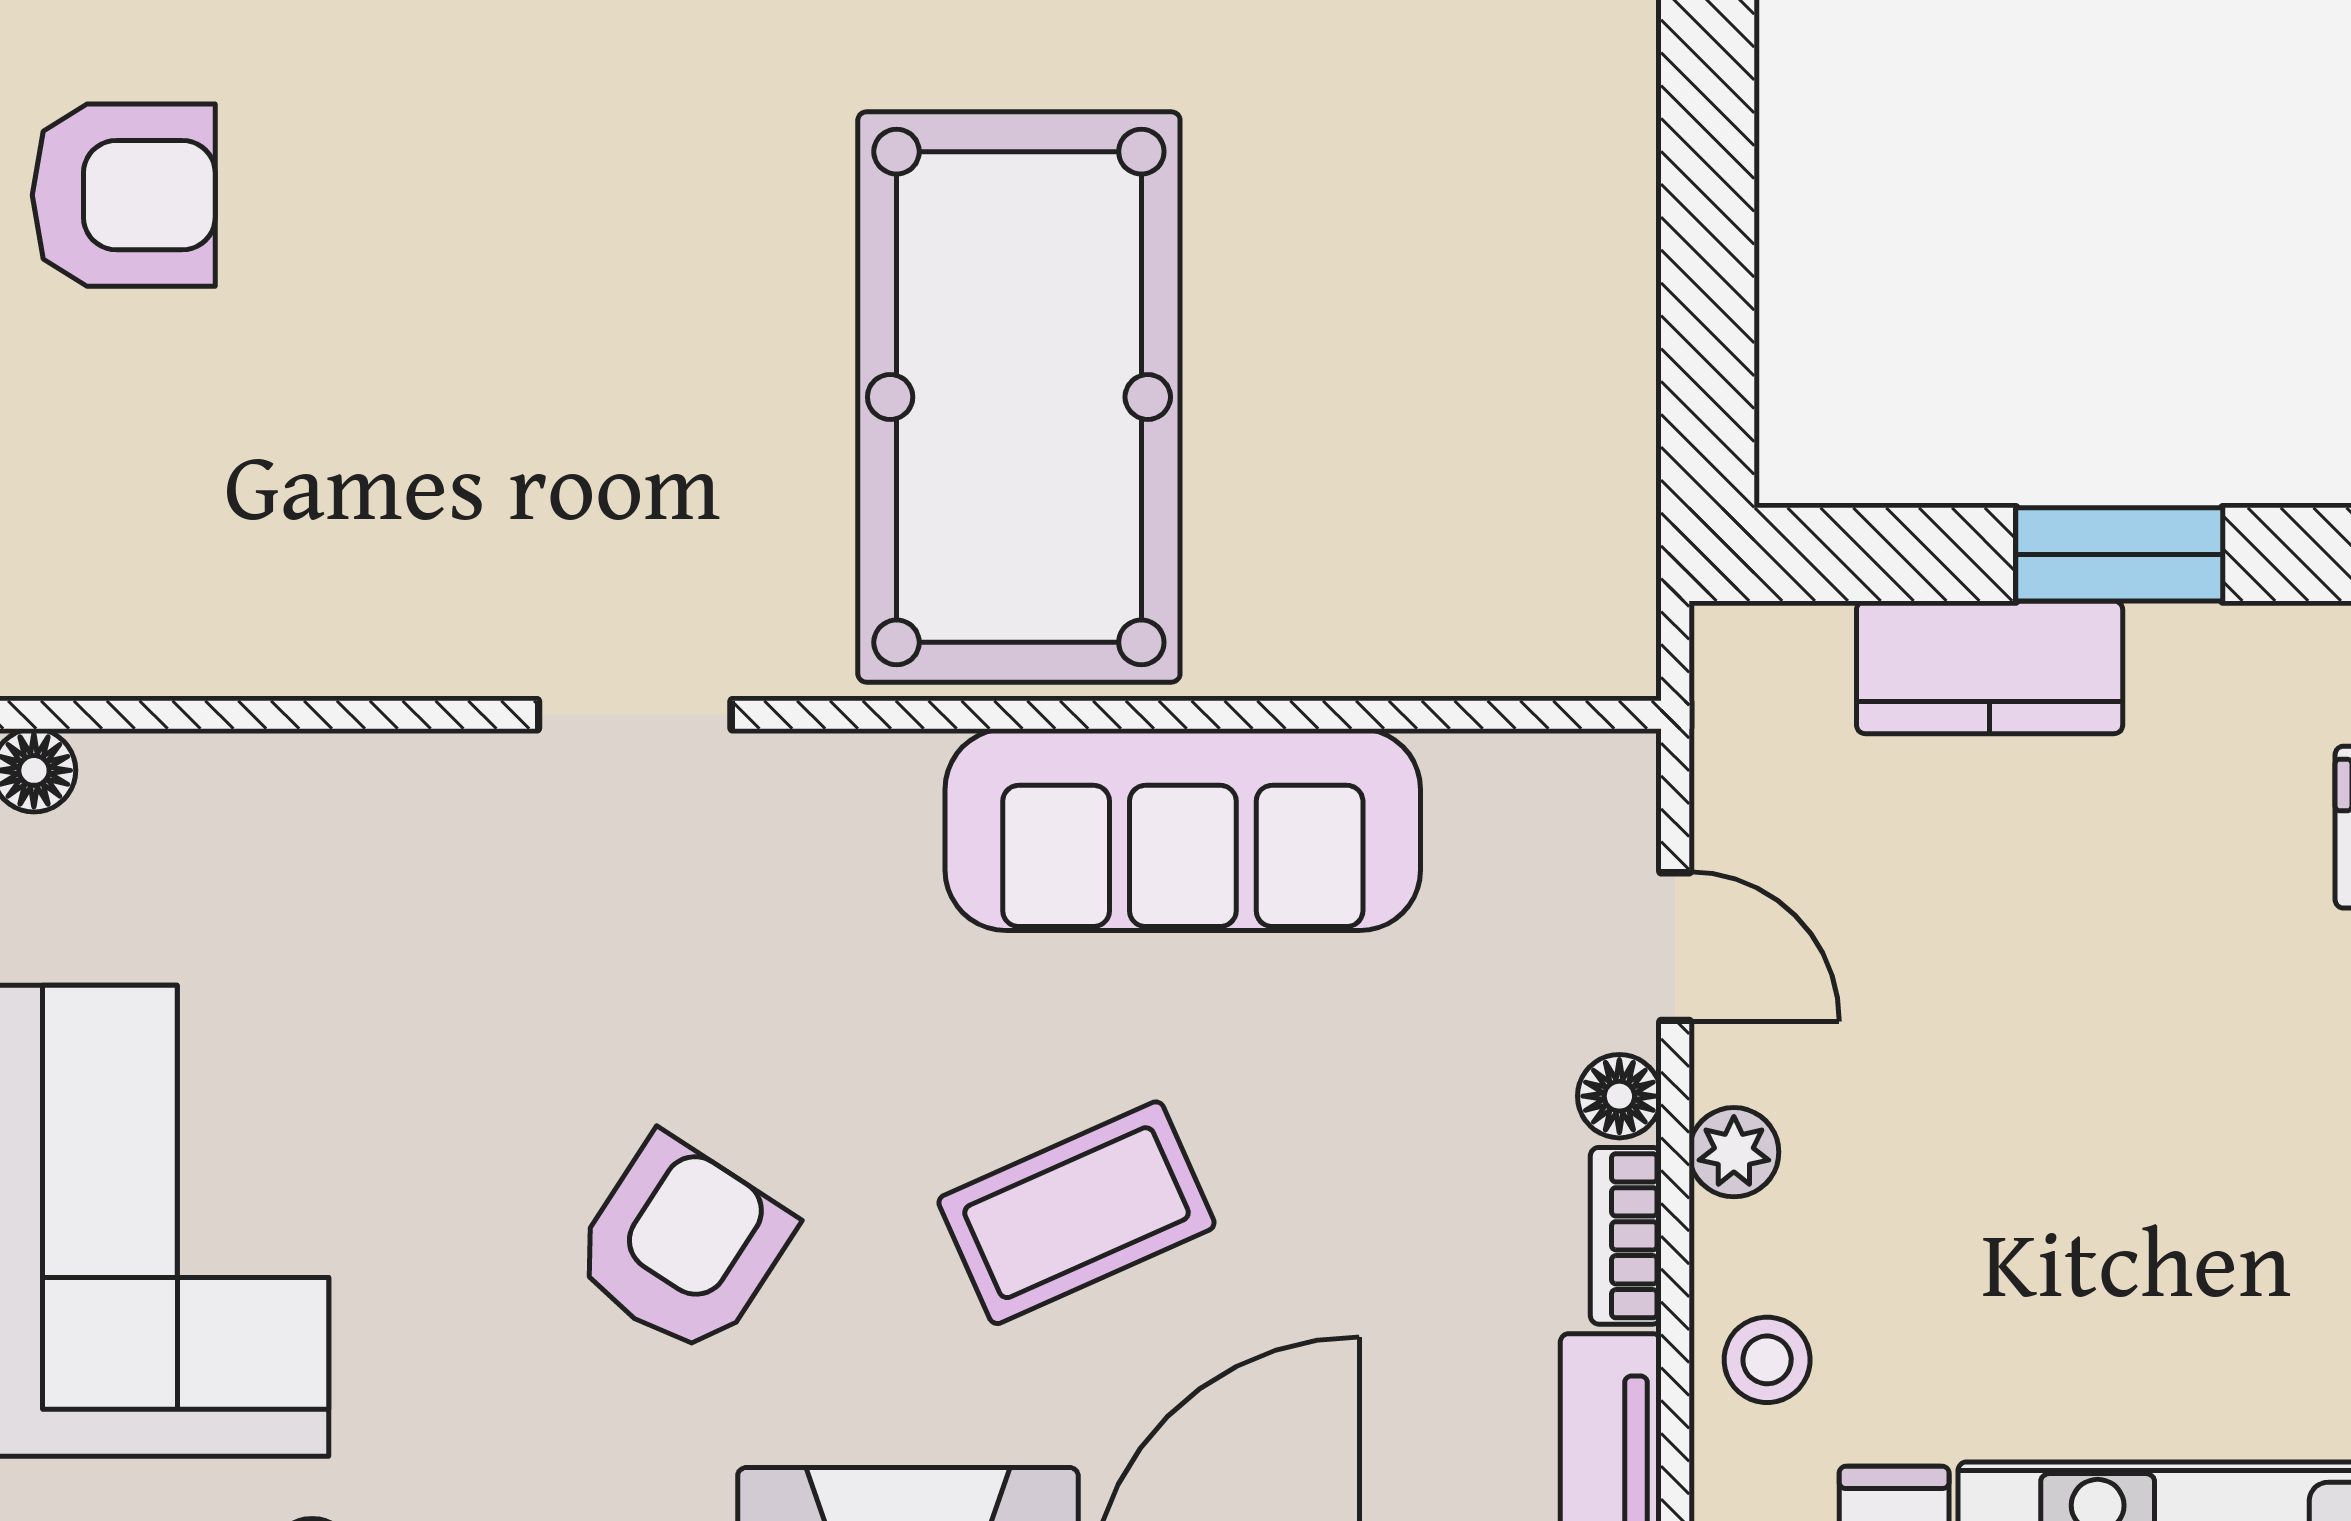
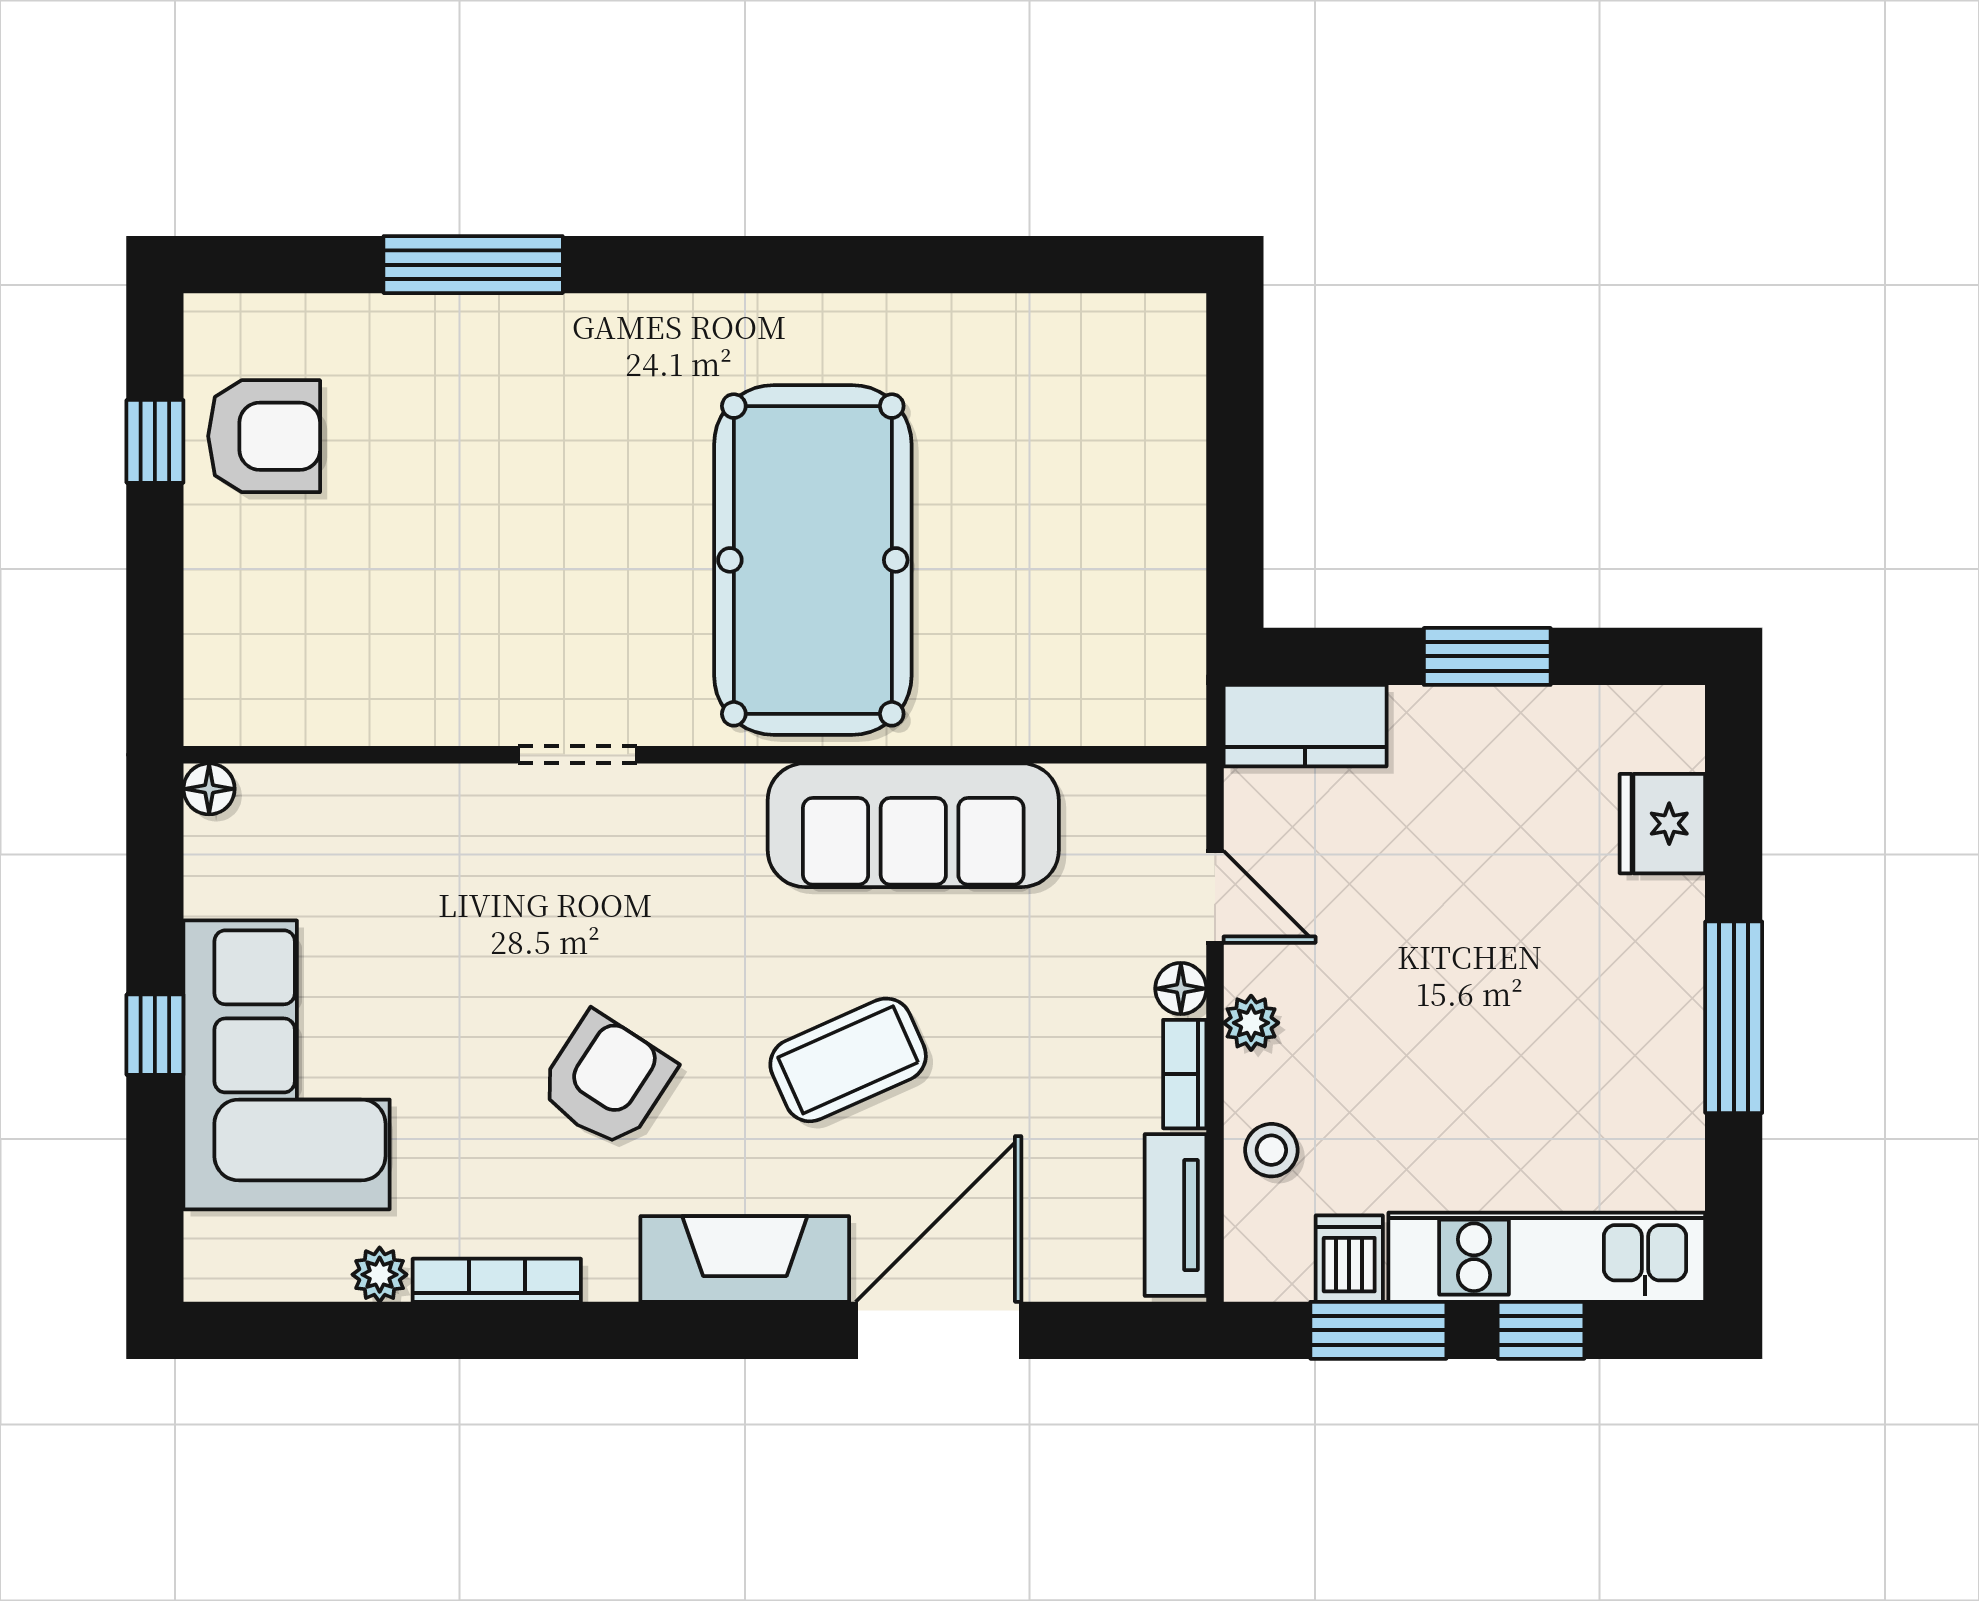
kitchen counter: (1990, 667) -> (1305, 726), moved

